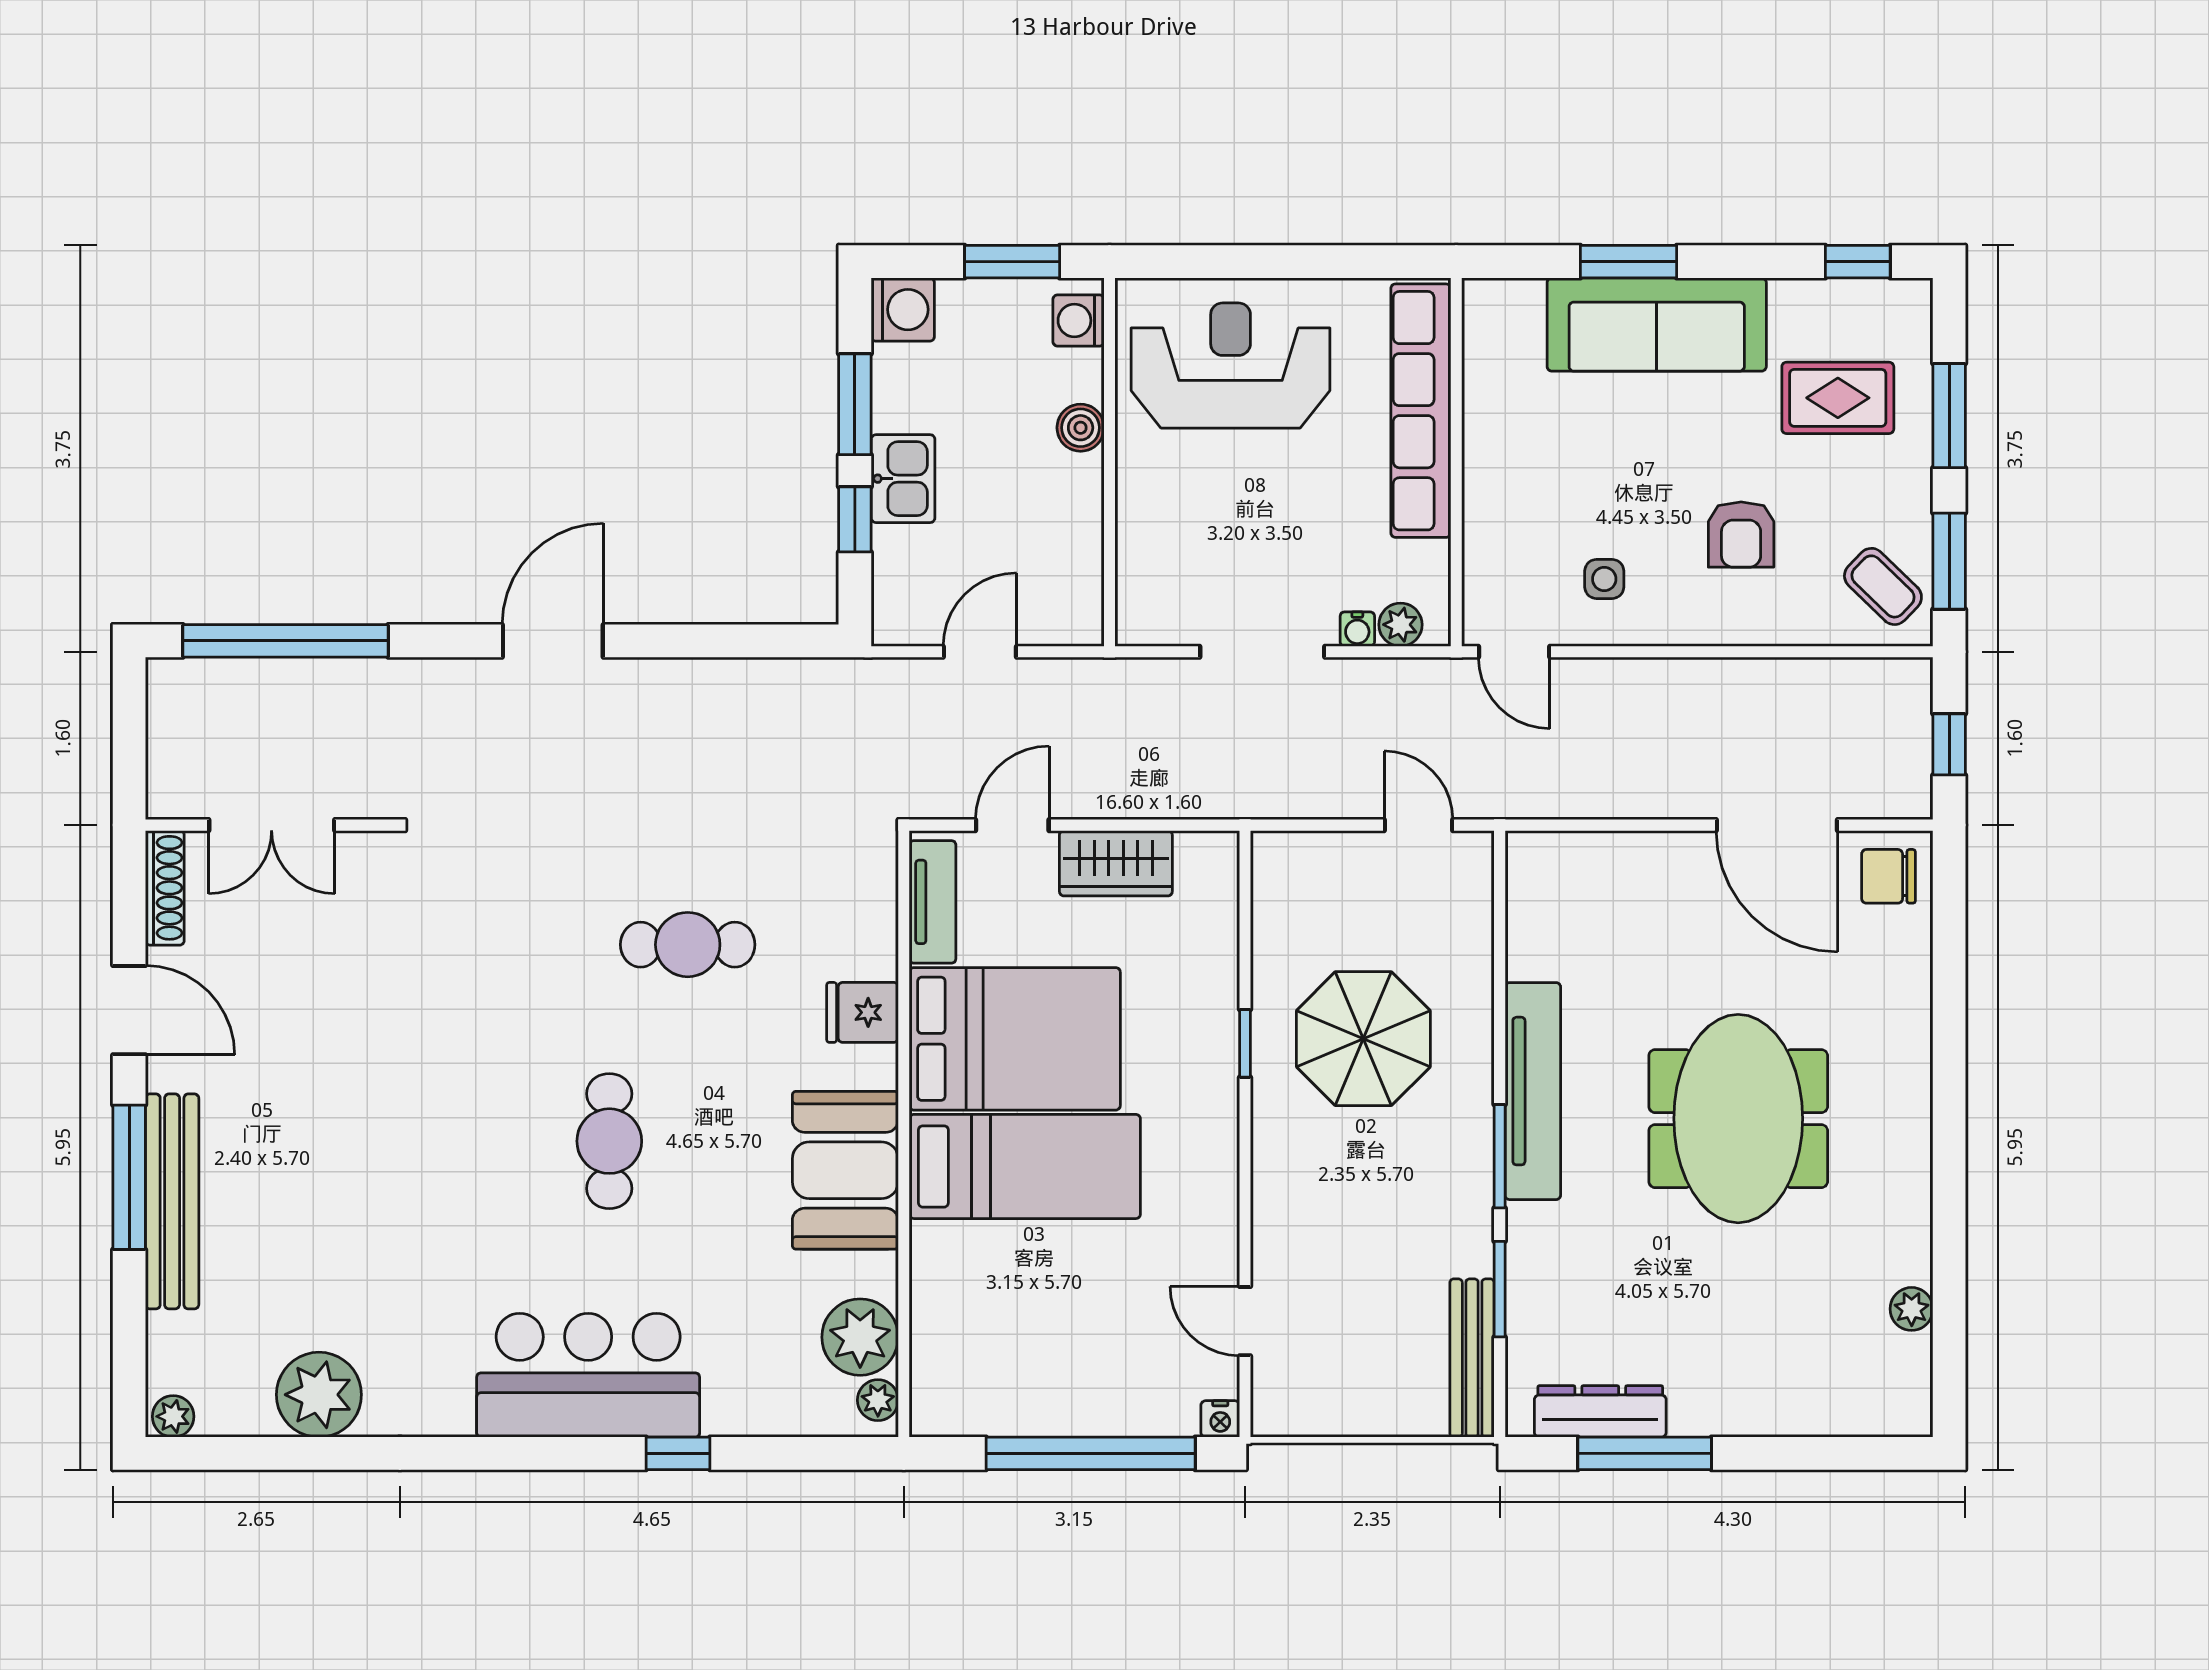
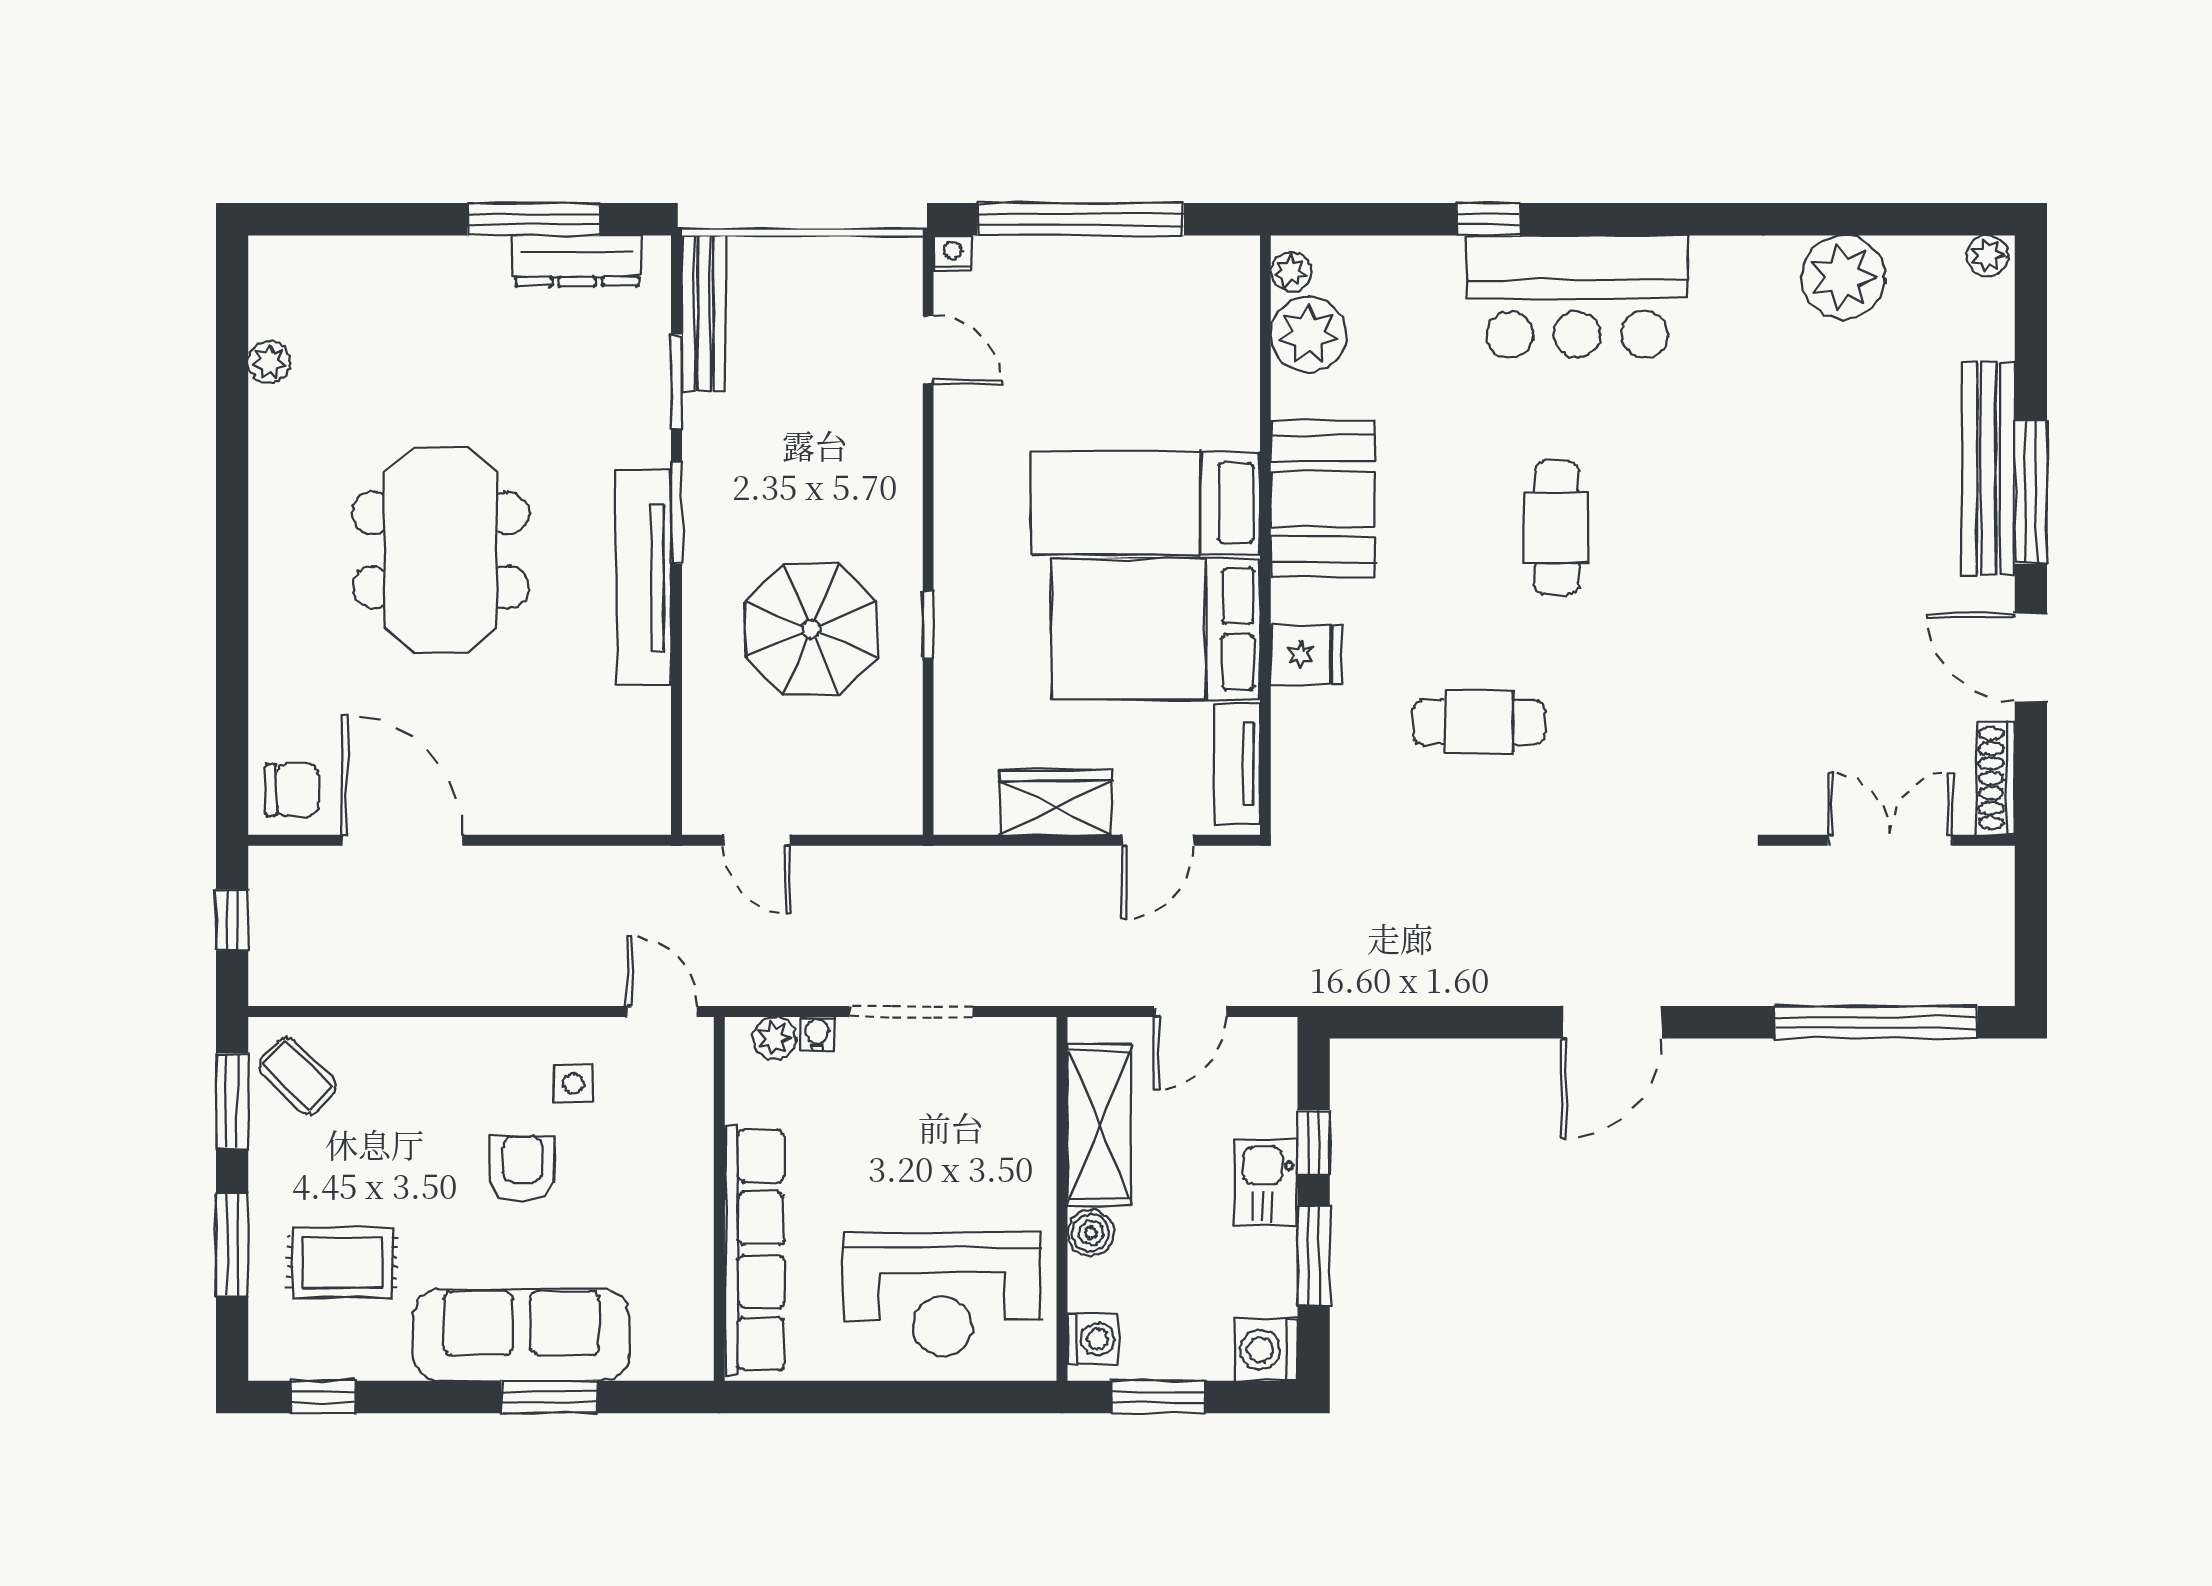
armchair: (1741, 535) -> (522, 1169), moved
shelving: (1072, 537) -> (1099, 1125), added

